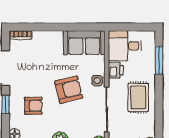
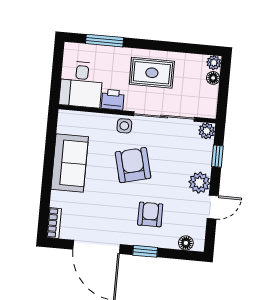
sofa: (84, 43) -> (70, 163), moved

